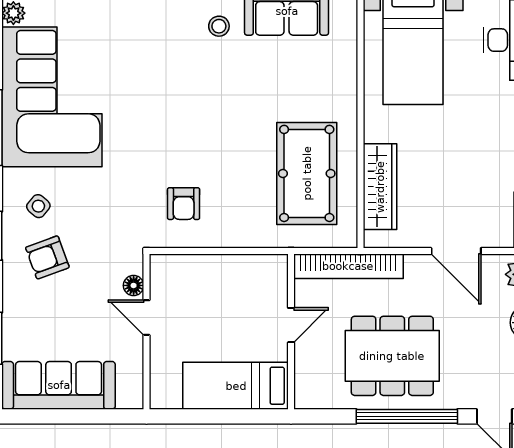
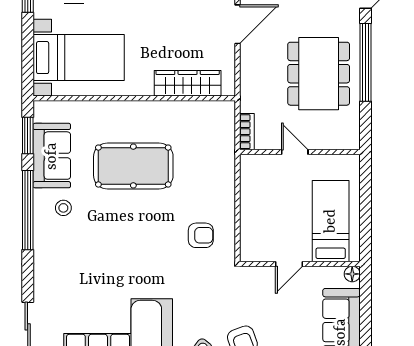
pool table: (307, 173) -> (133, 166), moved
bookcase: (348, 266) -> (247, 132), width x0.43, depth x0.76
floor lamp: (134, 285) -> (352, 274), moved
bed: (236, 386) -> (331, 221), moved, turned 180

